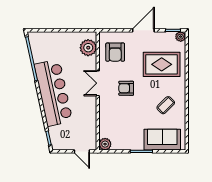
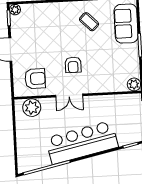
rug: (162, 64) -> (46, 28), removed

